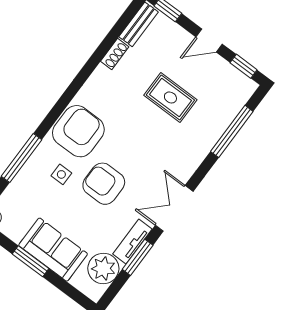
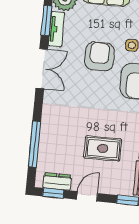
dresser: (232, 76) -> (57, 182), added
rug: (170, 97) -> (103, 148), moved
armchair: (104, 184) -> (99, 56), turned -90

